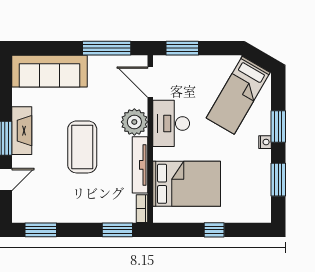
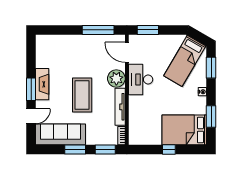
sofa: (49, 71) -> (61, 134), moved, turned 180
window: (278, 126) -> (211, 68), moved
bed: (187, 184) -> (184, 130), moved, turned 180
window: (41, 230) -> (75, 150), moved

